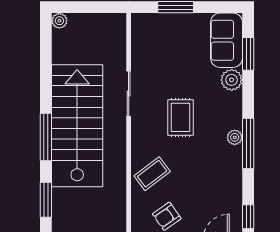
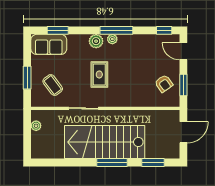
plant: (59, 21) -> (36, 126), moved
plant: (232, 80) -> (96, 41), moved
rug: (181, 117) -> (99, 74), turned 90
coffee table: (152, 174) -> (53, 85), moved

